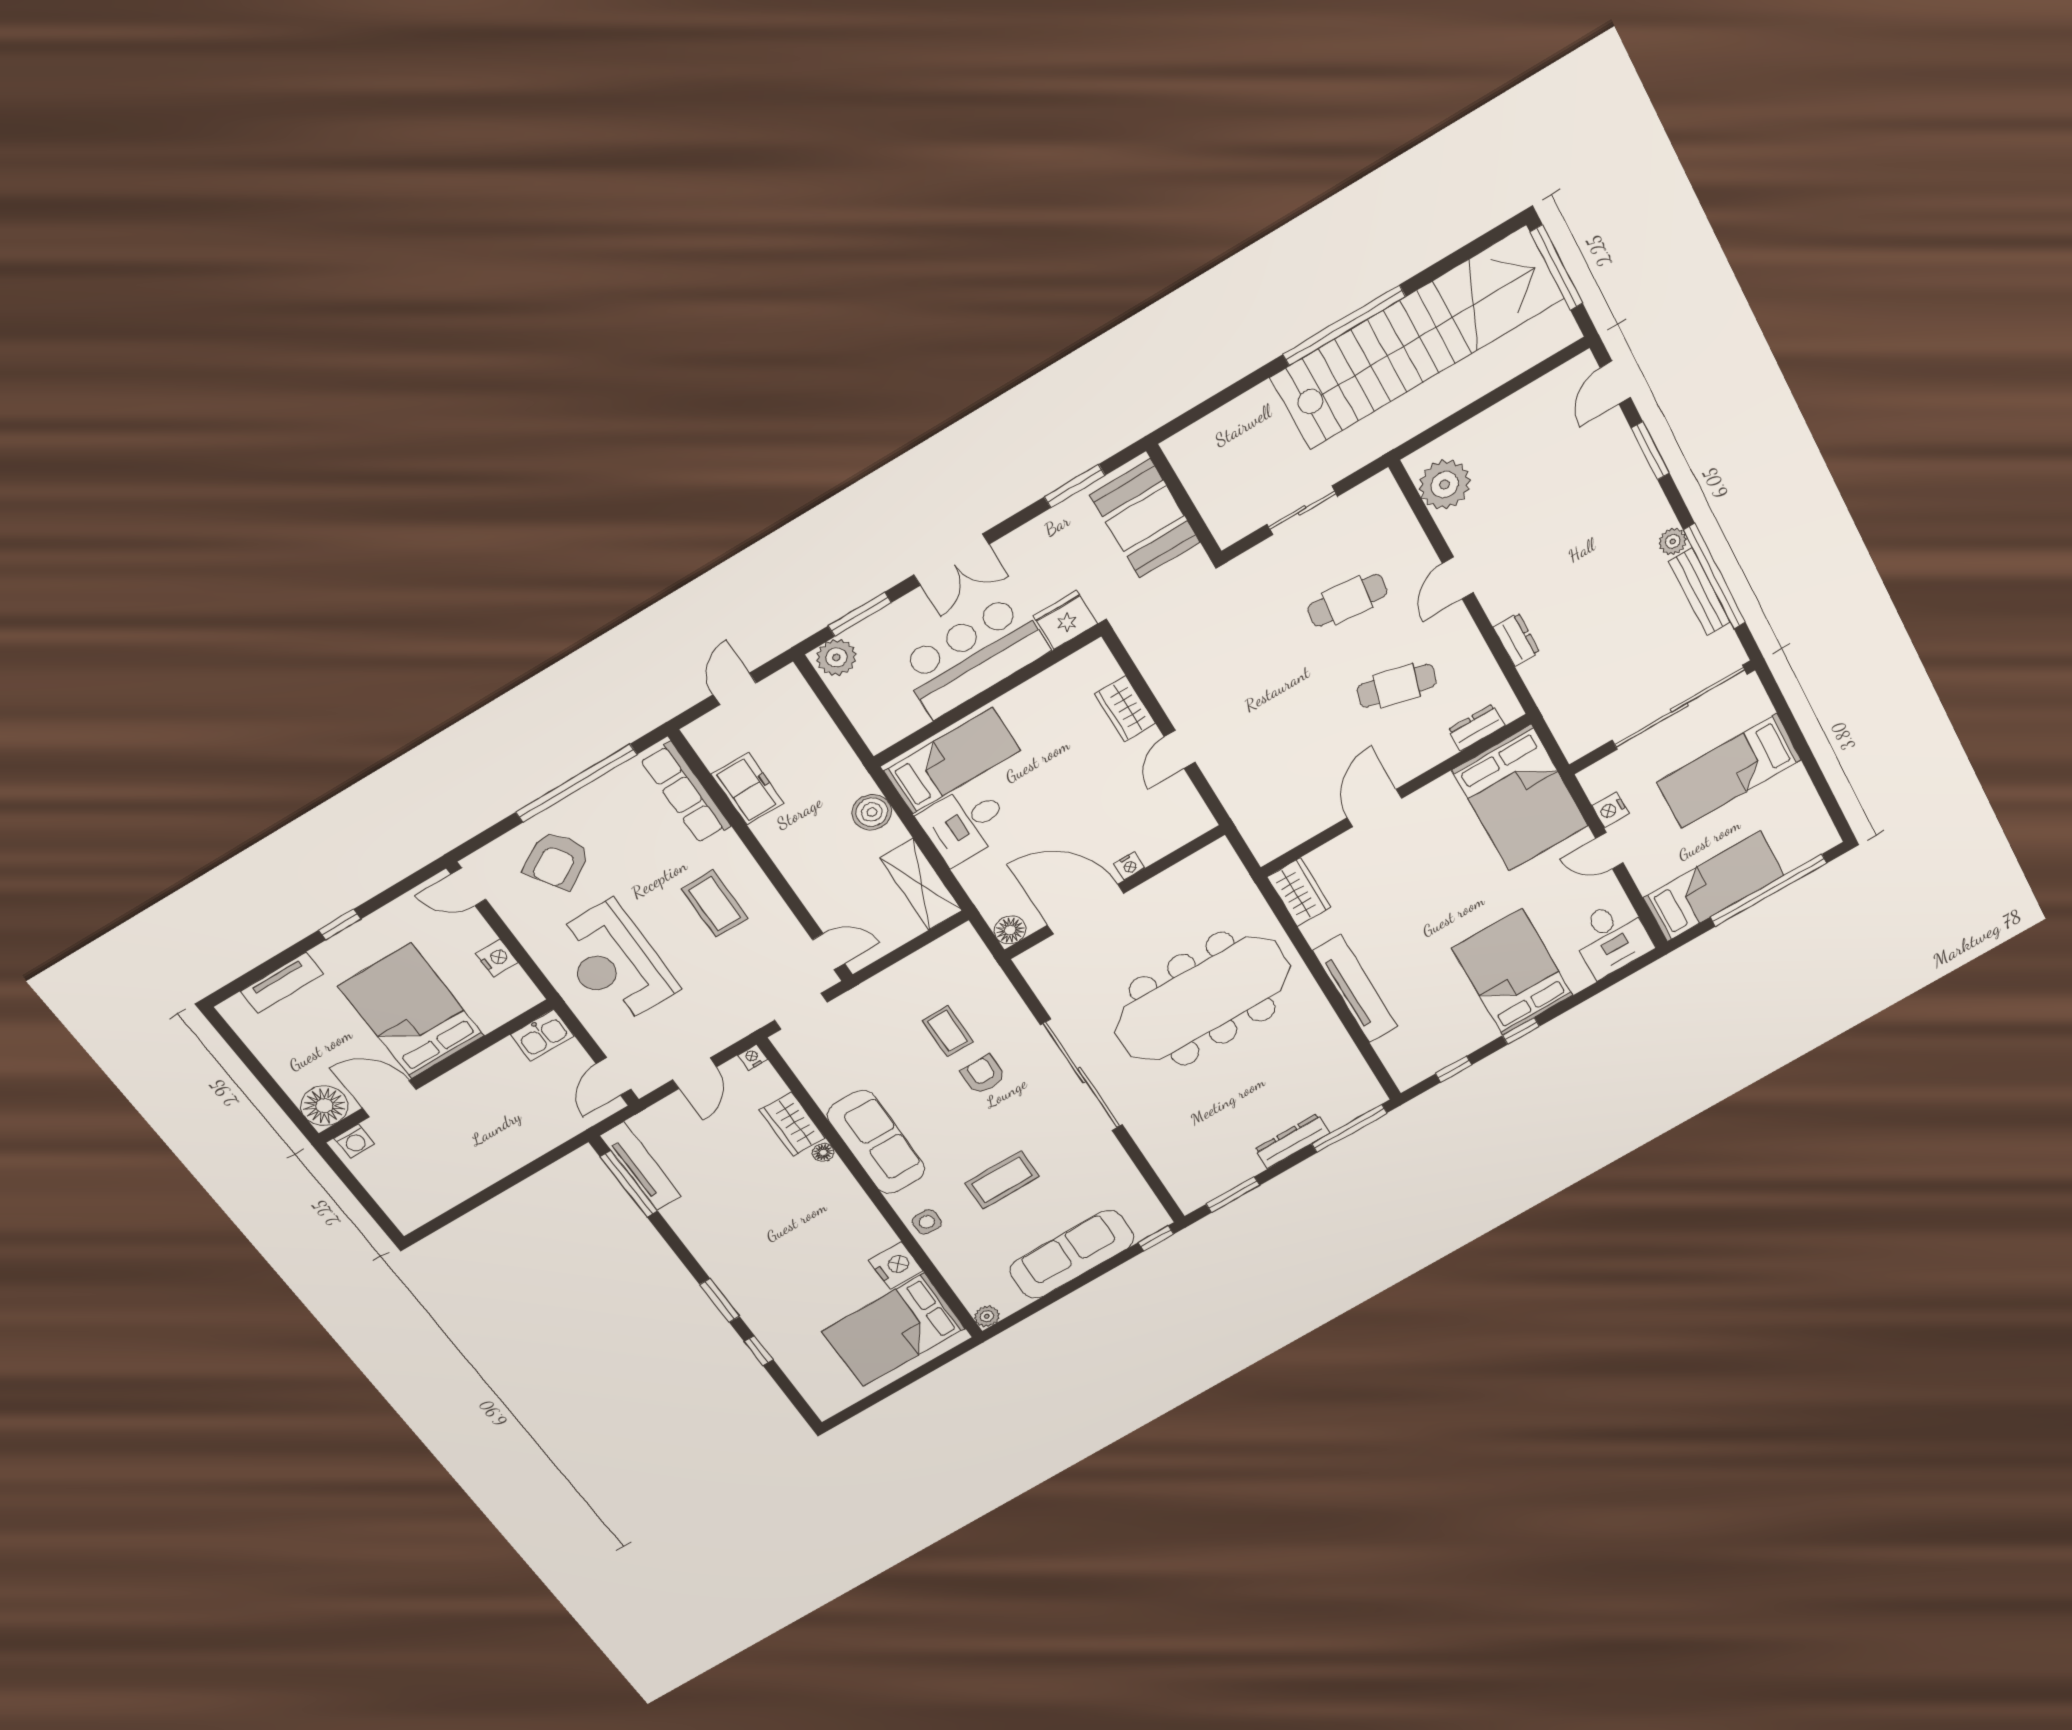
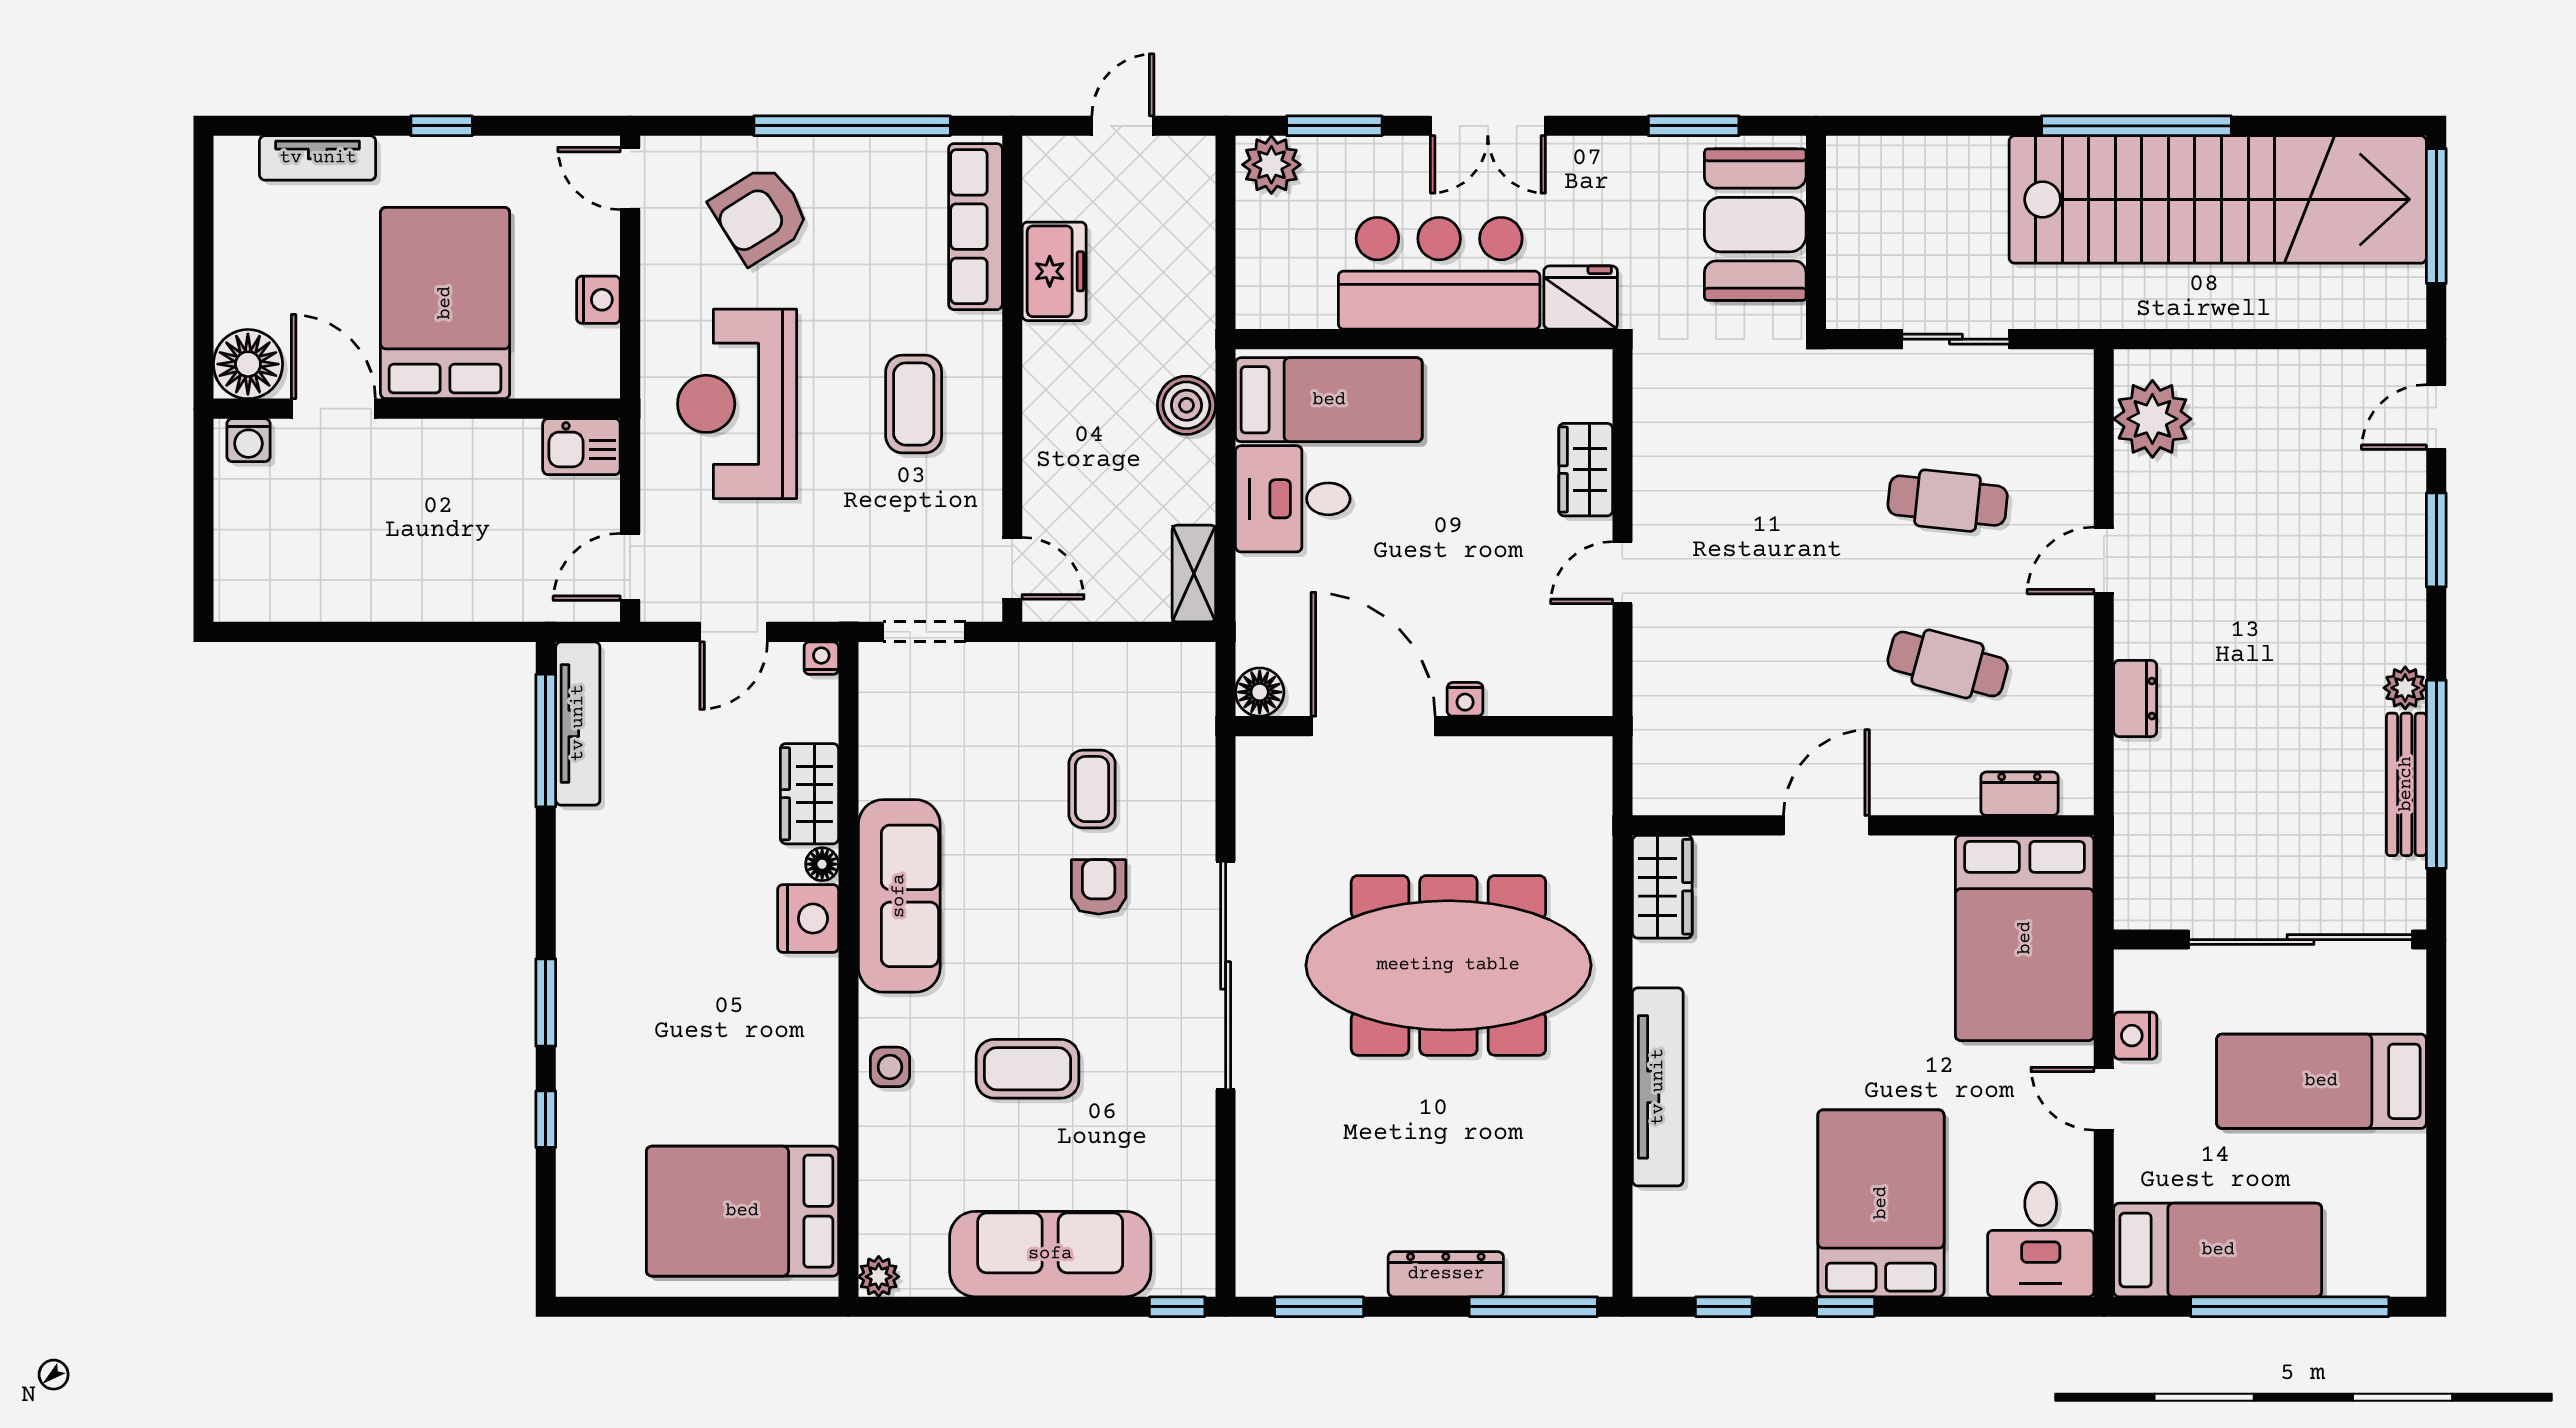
shelving: (921, 884) -> (1194, 574), width x0.67, depth x0.75
nightstand: (896, 1265) -> (808, 919), moved

